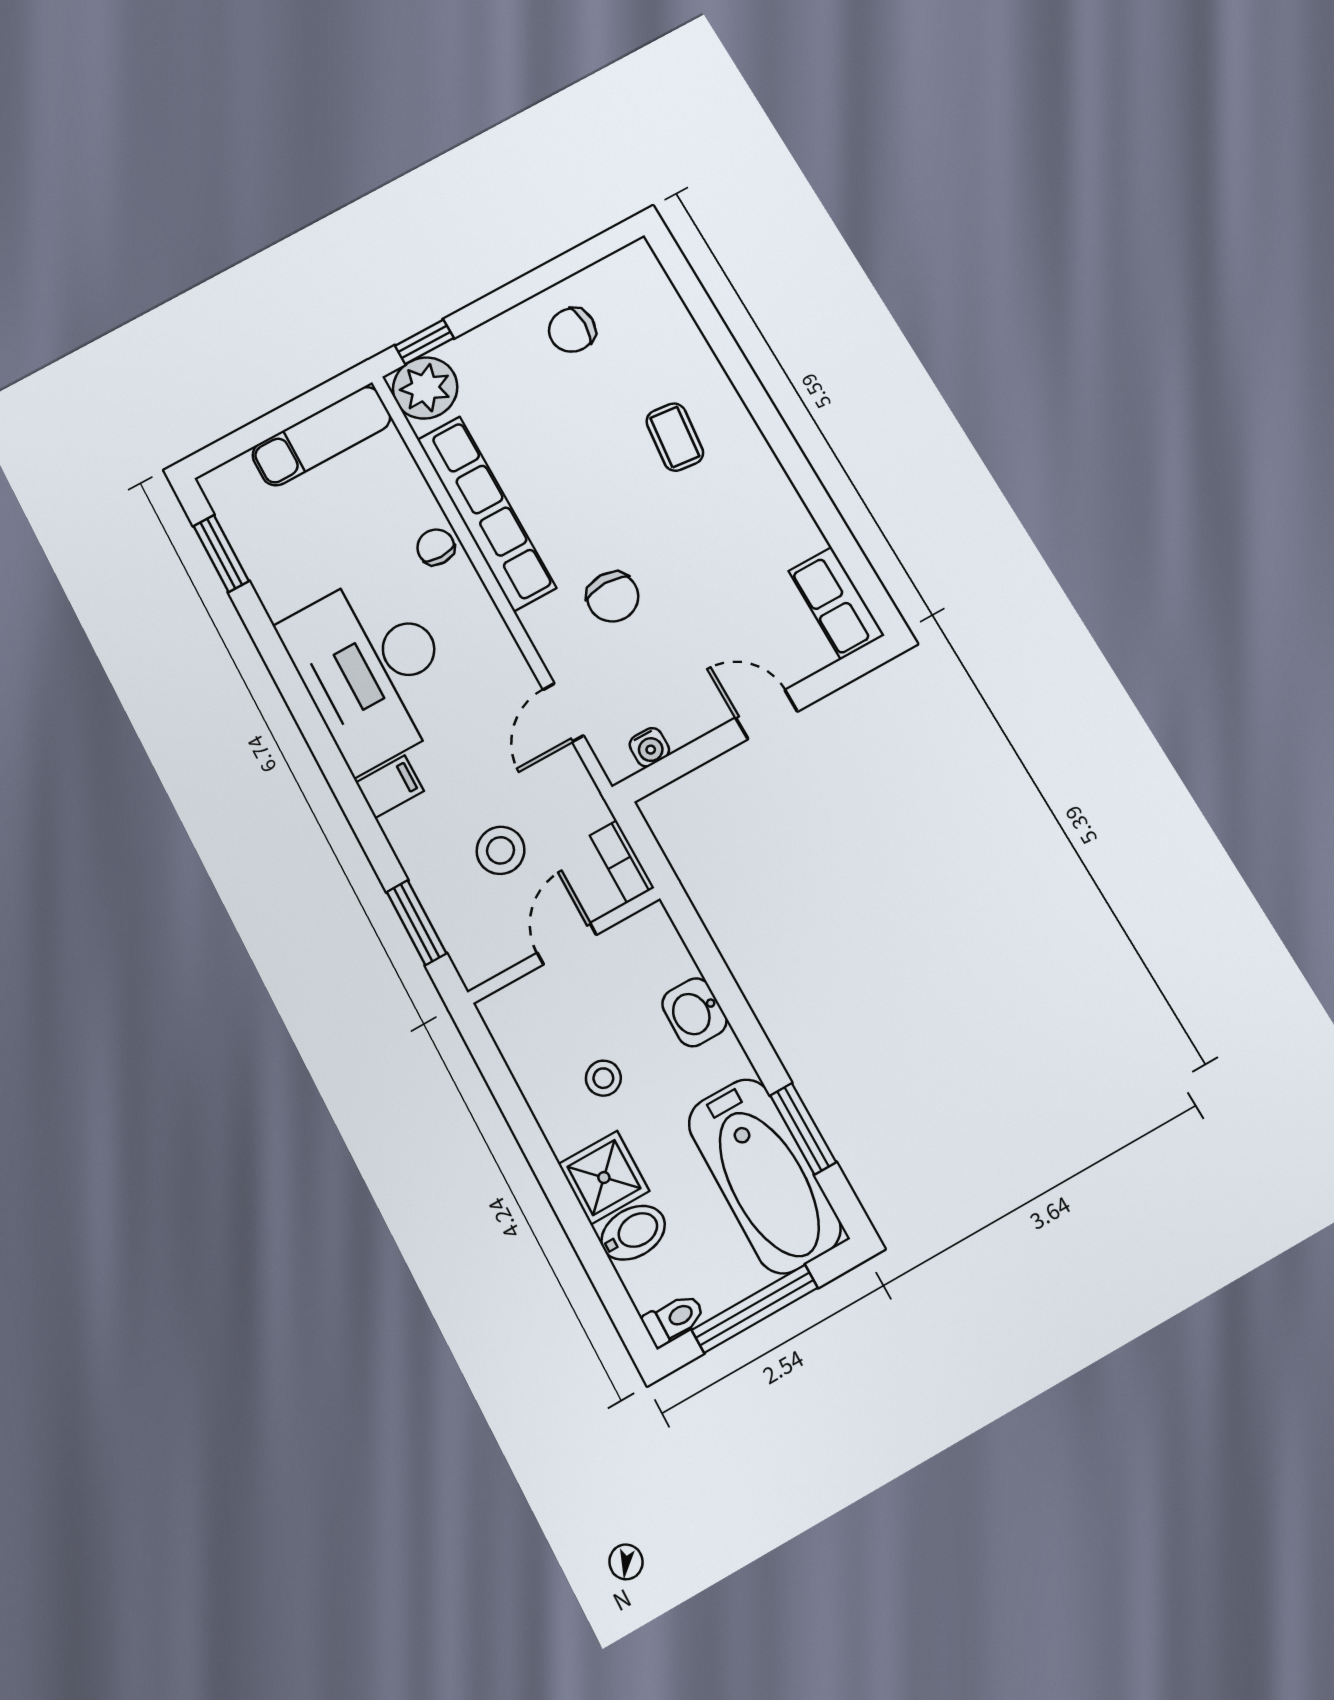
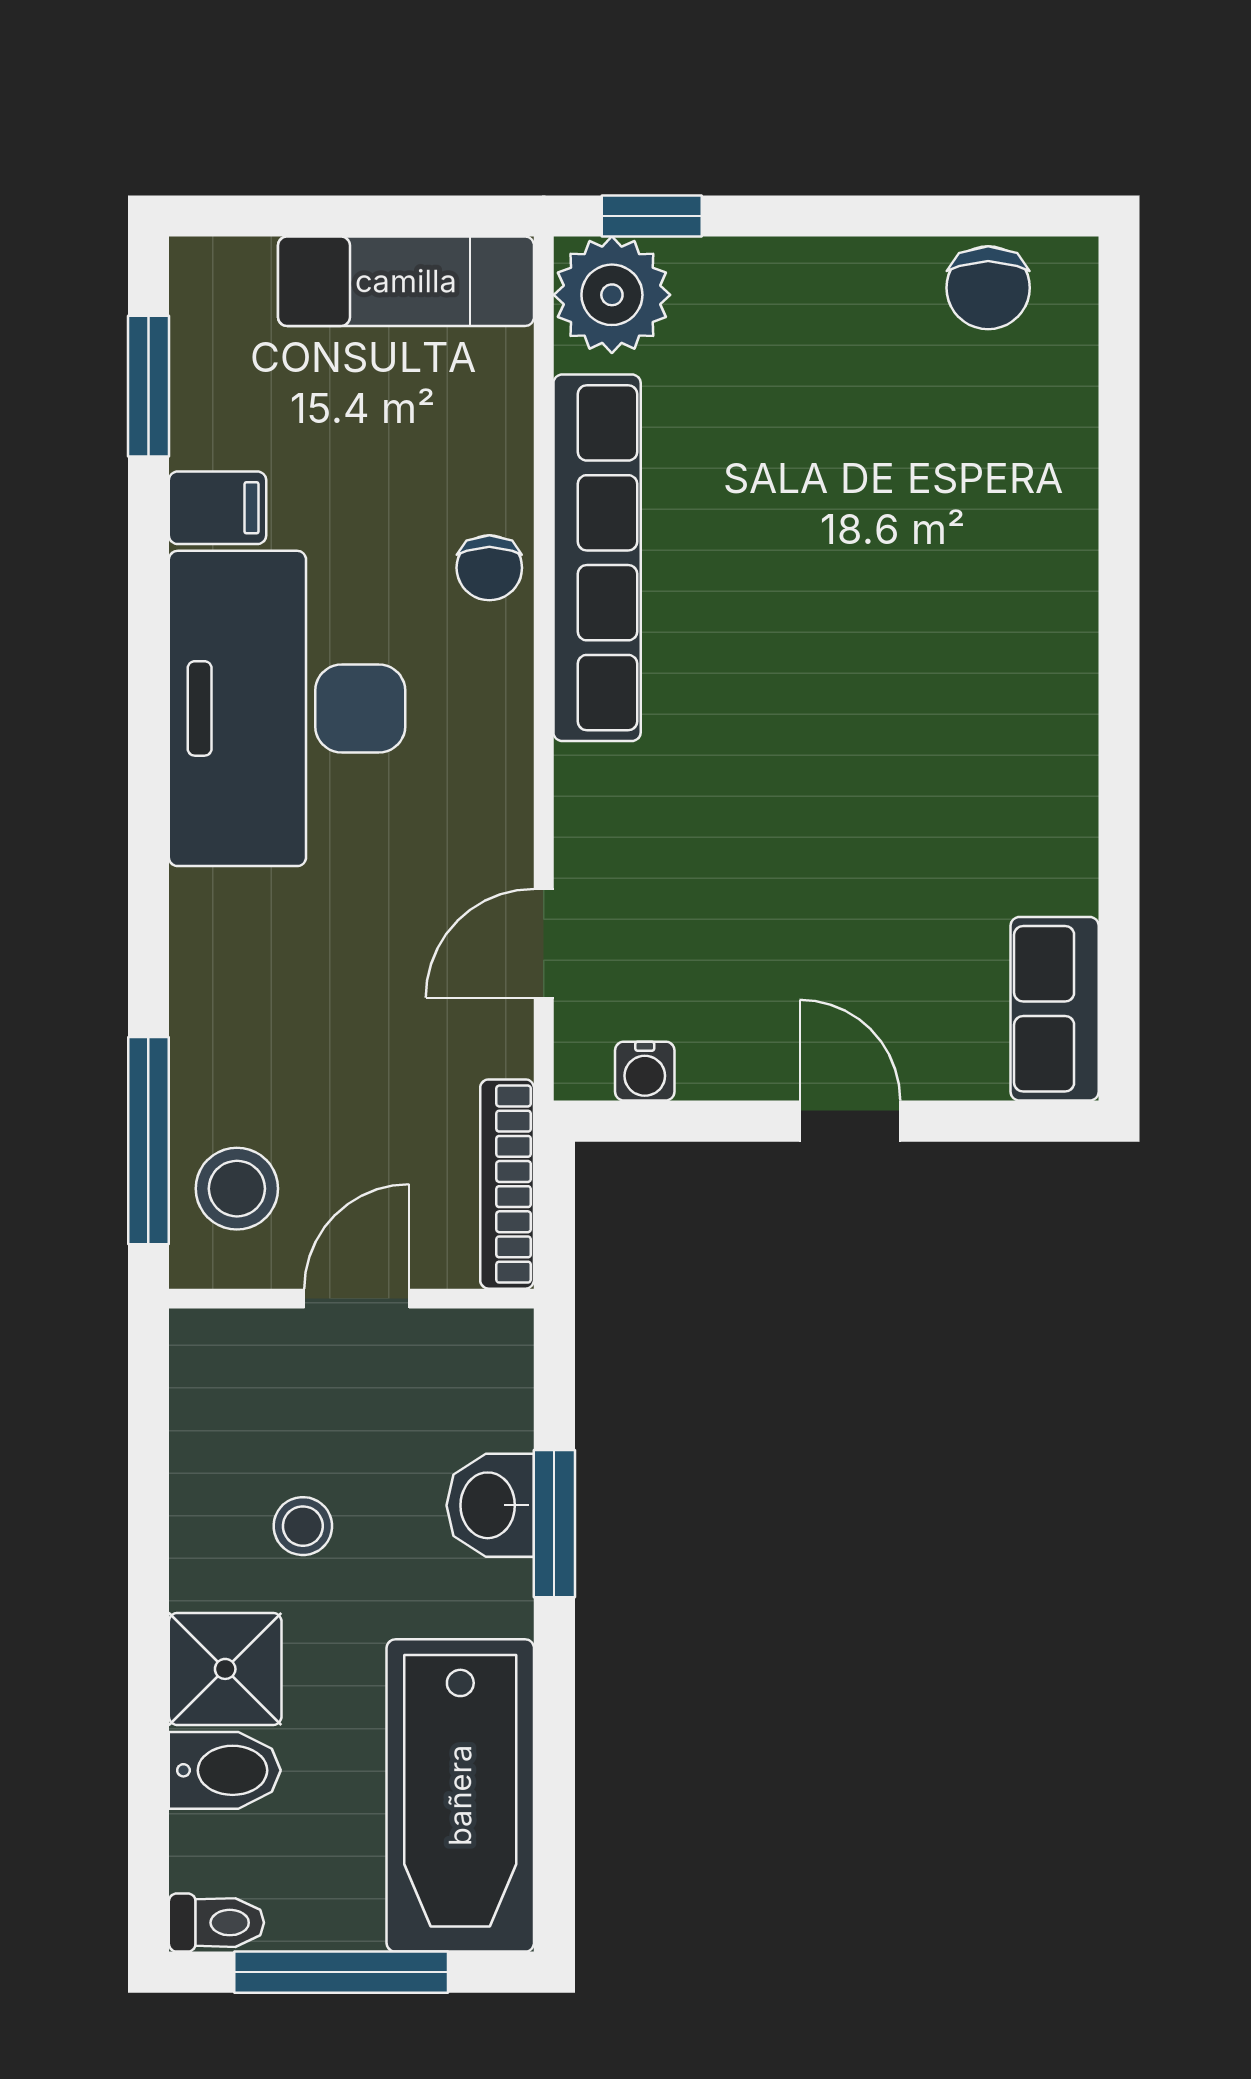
chair: (572, 330) -> (988, 288), moved, turned -90
coffee table: (675, 437) -> (958, 602), removed
chair: (436, 547) -> (489, 568), turned 180
chair: (613, 597) -> (719, 804), removed
filing cabinet: (390, 787) -> (217, 508), moved
stool: (501, 850) -> (237, 1189), moved
bookcase: (622, 862) -> (507, 1184), width x1.56
window: (417, 923) -> (148, 1141), width x1.44
window: (803, 1129) -> (554, 1524), moved

